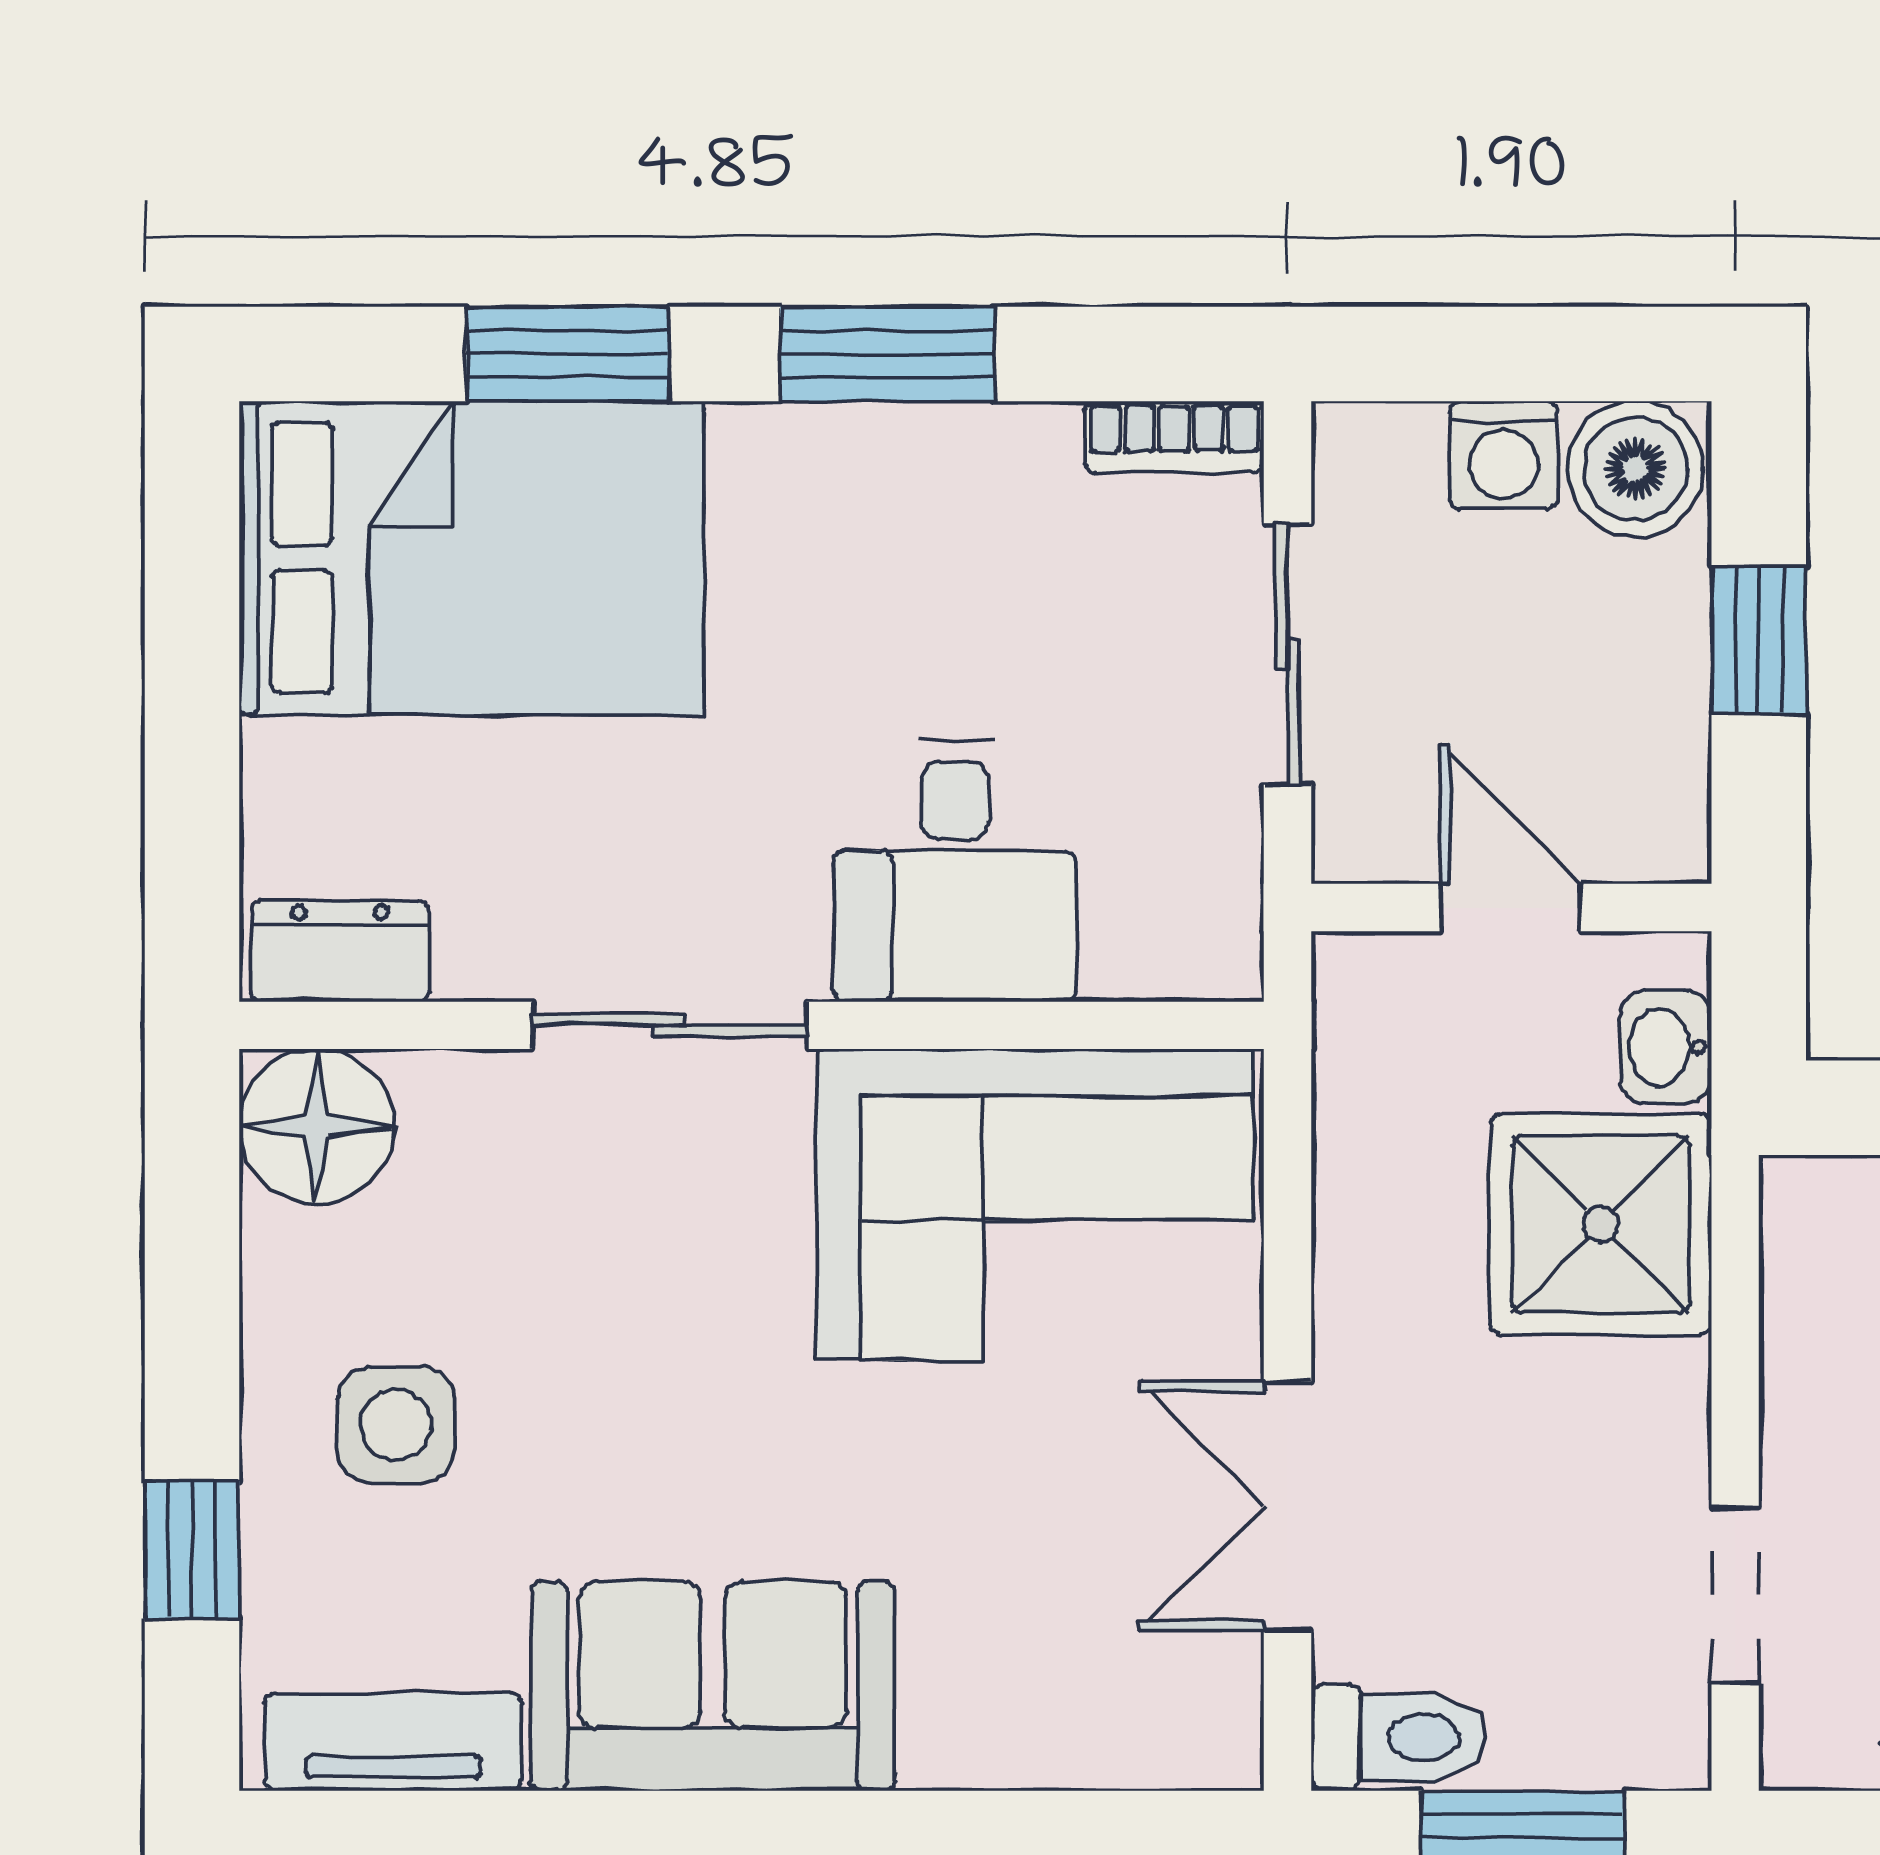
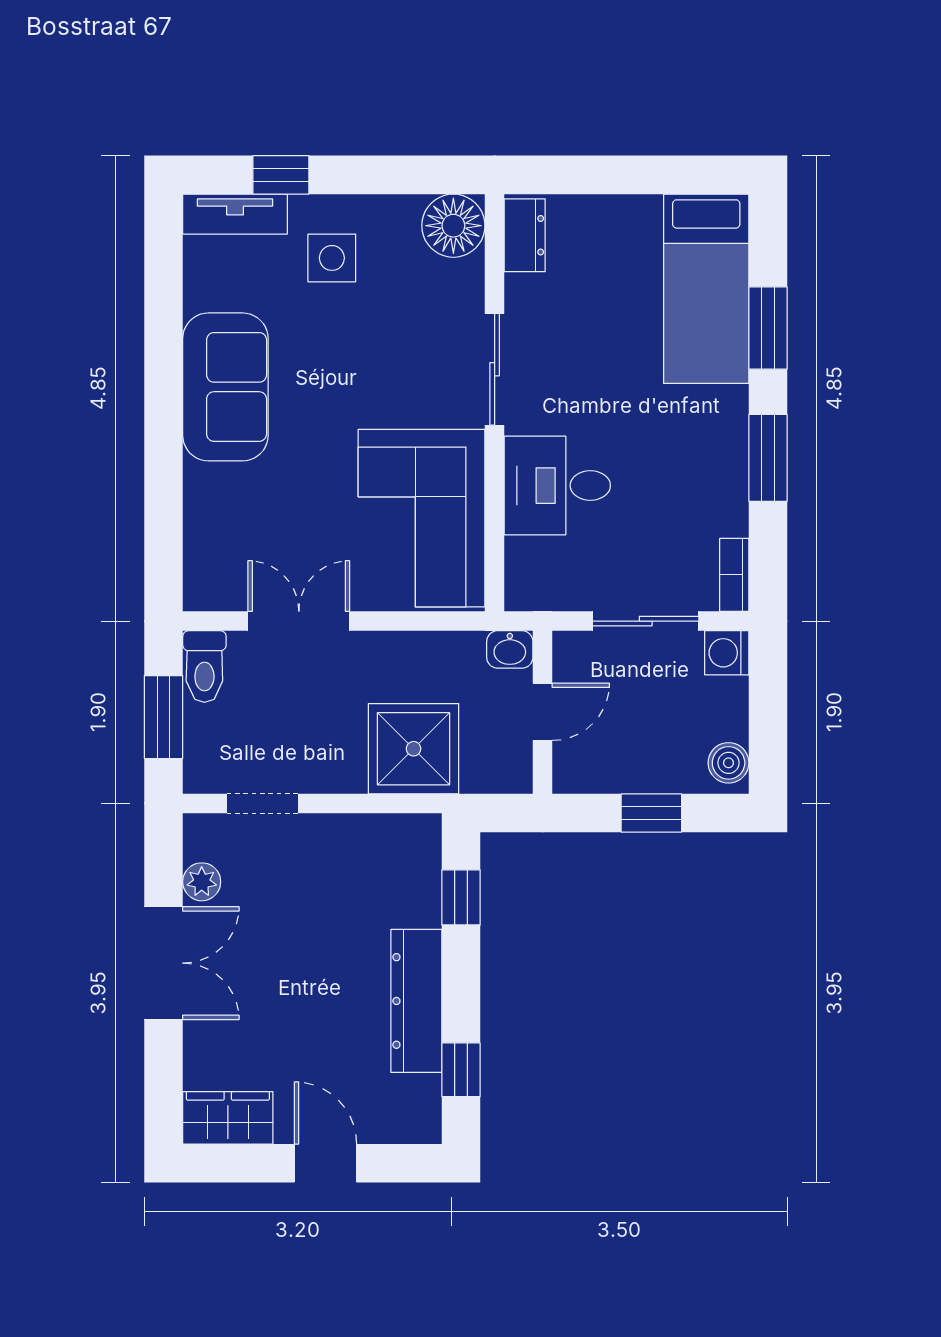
washing machine: (1504, 455) -> (727, 653), moved
boiler: (1635, 469) -> (729, 763), width x0.73, depth x0.73
bed: (472, 558) -> (706, 289), width x0.67
washbasin: (1666, 1047) -> (510, 649), moved, turned 180
tv unit: (393, 1742) -> (235, 214), moved, turned 90

